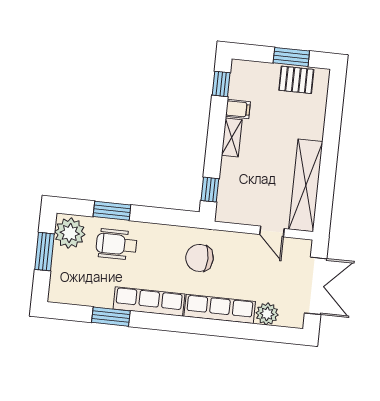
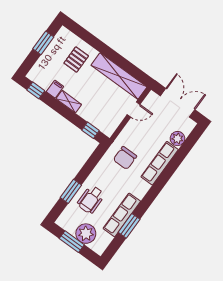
pallet: (296, 80) -> (76, 59), moved
plant: (70, 233) -> (86, 234), moved
row of seats: (149, 301) -> (122, 215), moved

